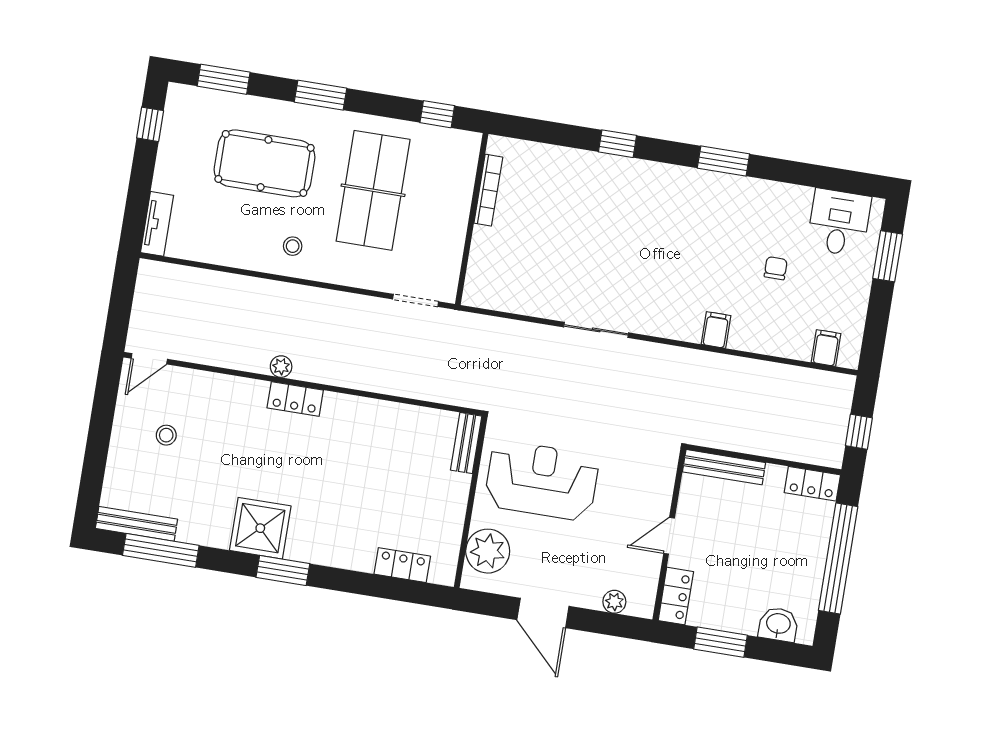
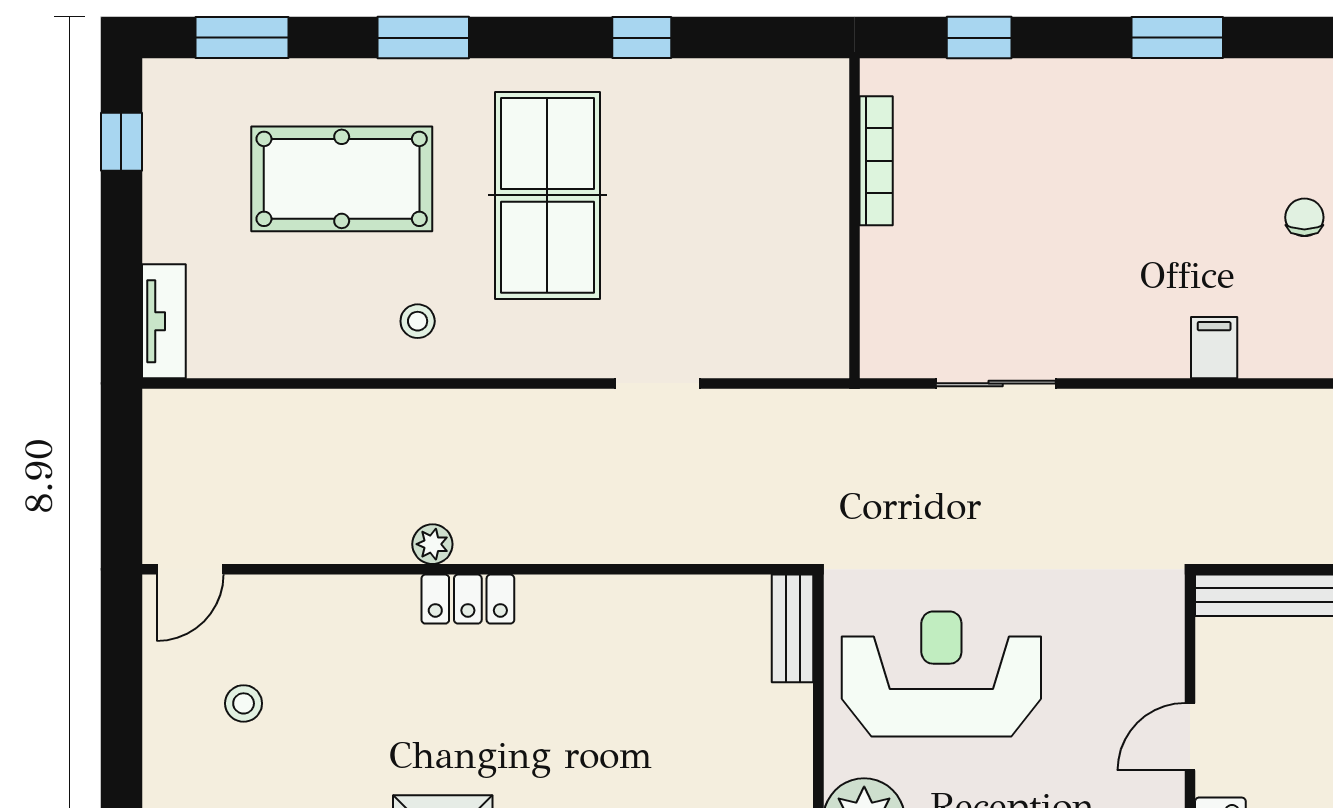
bookcase: (488, 190) -> (876, 161), moved
wall: (472, 219) -> (854, 218), moved

